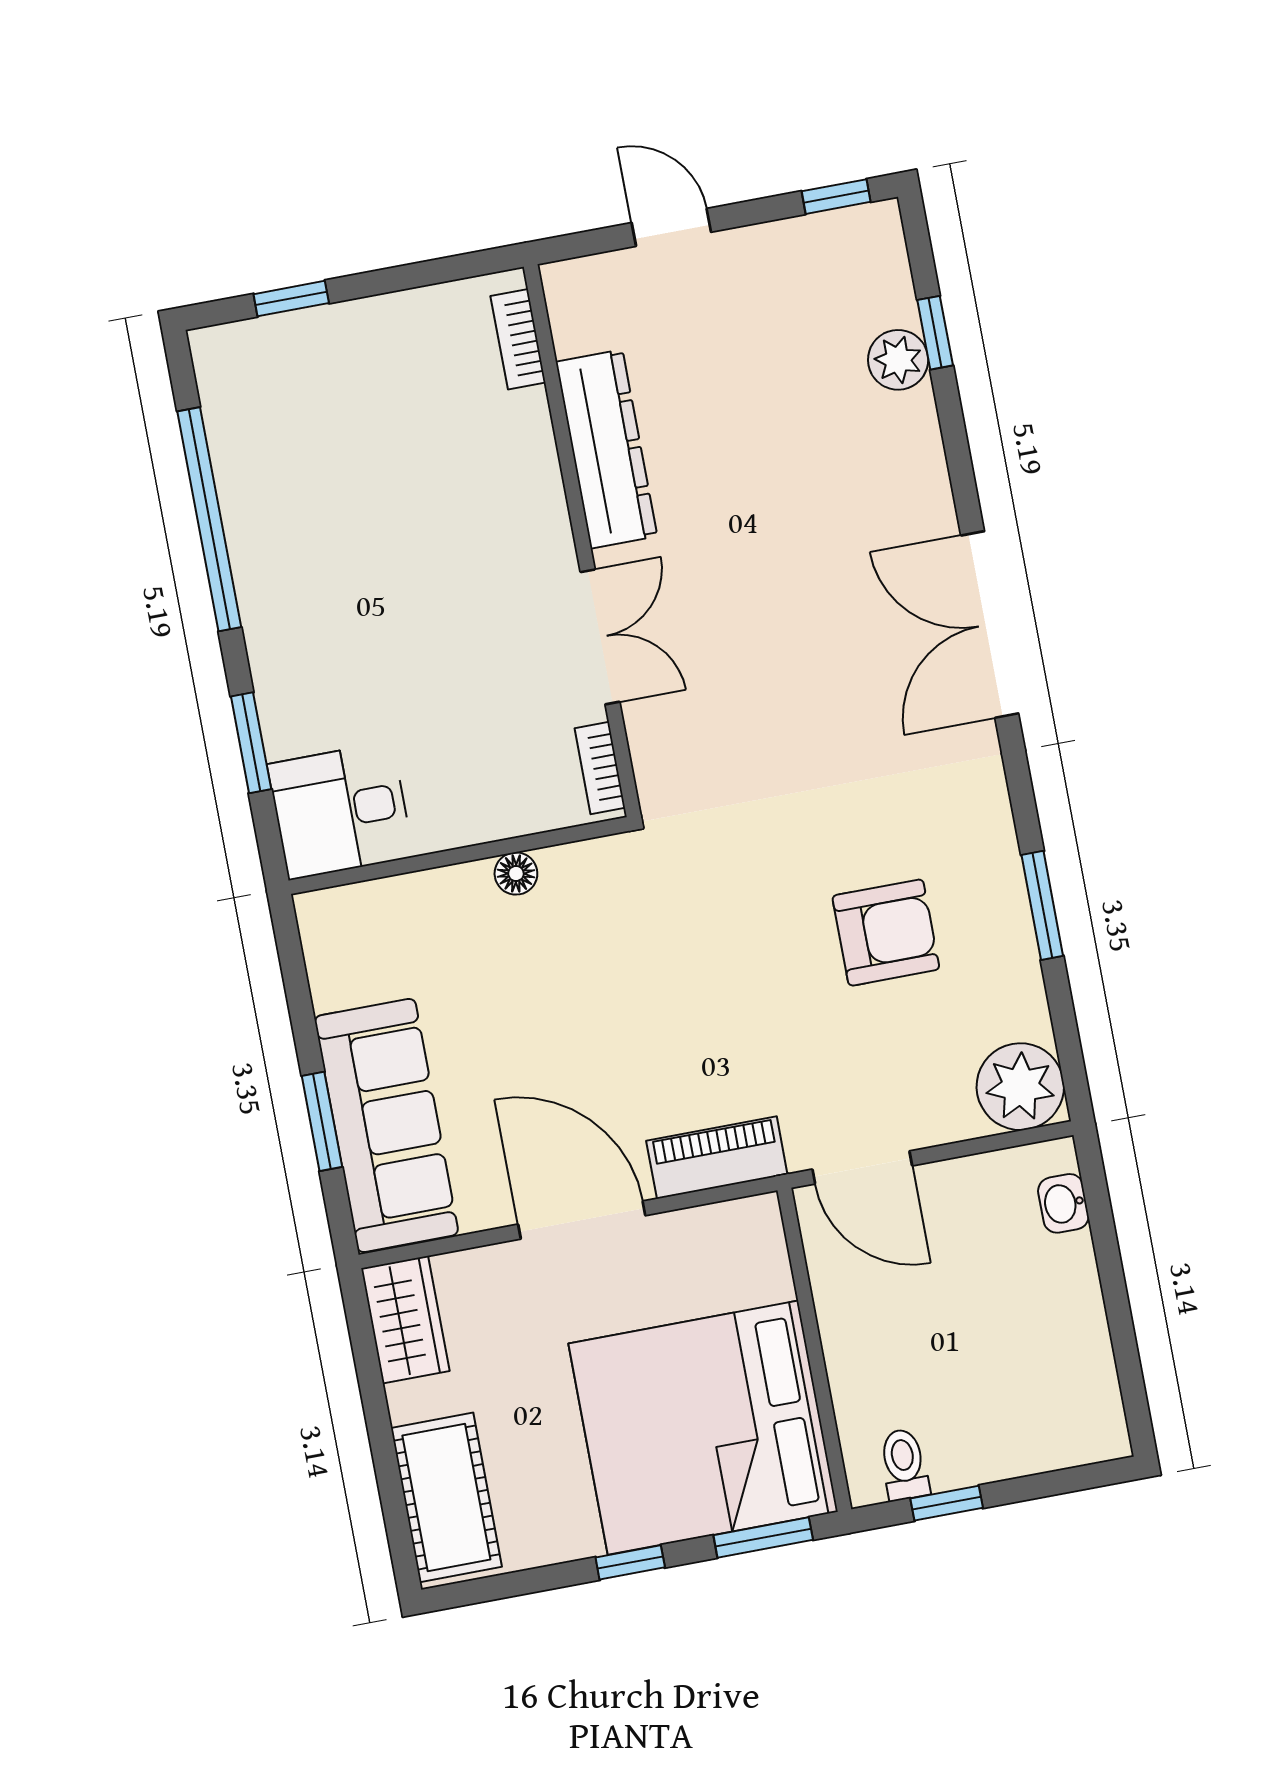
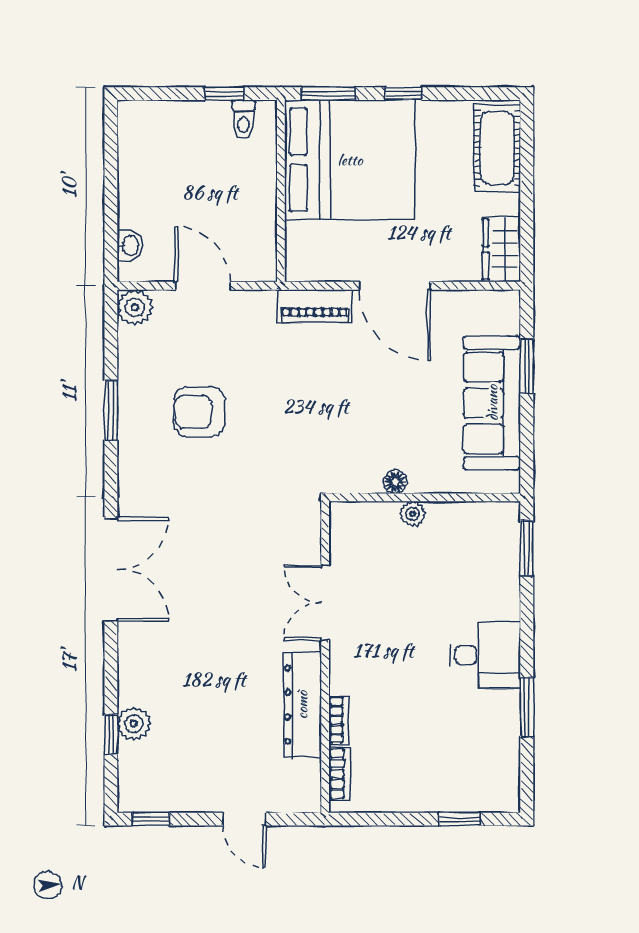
window: (209, 519) -> (527, 707), width x0.47
window: (251, 743) -> (527, 548), moved
bookcase: (600, 768) -> (339, 720), moved
desk: (340, 811) -> (485, 655), moved
plant: (475, 823) -> (413, 514), added
plant: (1020, 1087) -> (135, 307), width x0.73, depth x0.73
sofa: (386, 1126) -> (492, 403), moved
door: (862, 1167) -> (203, 286), moved

